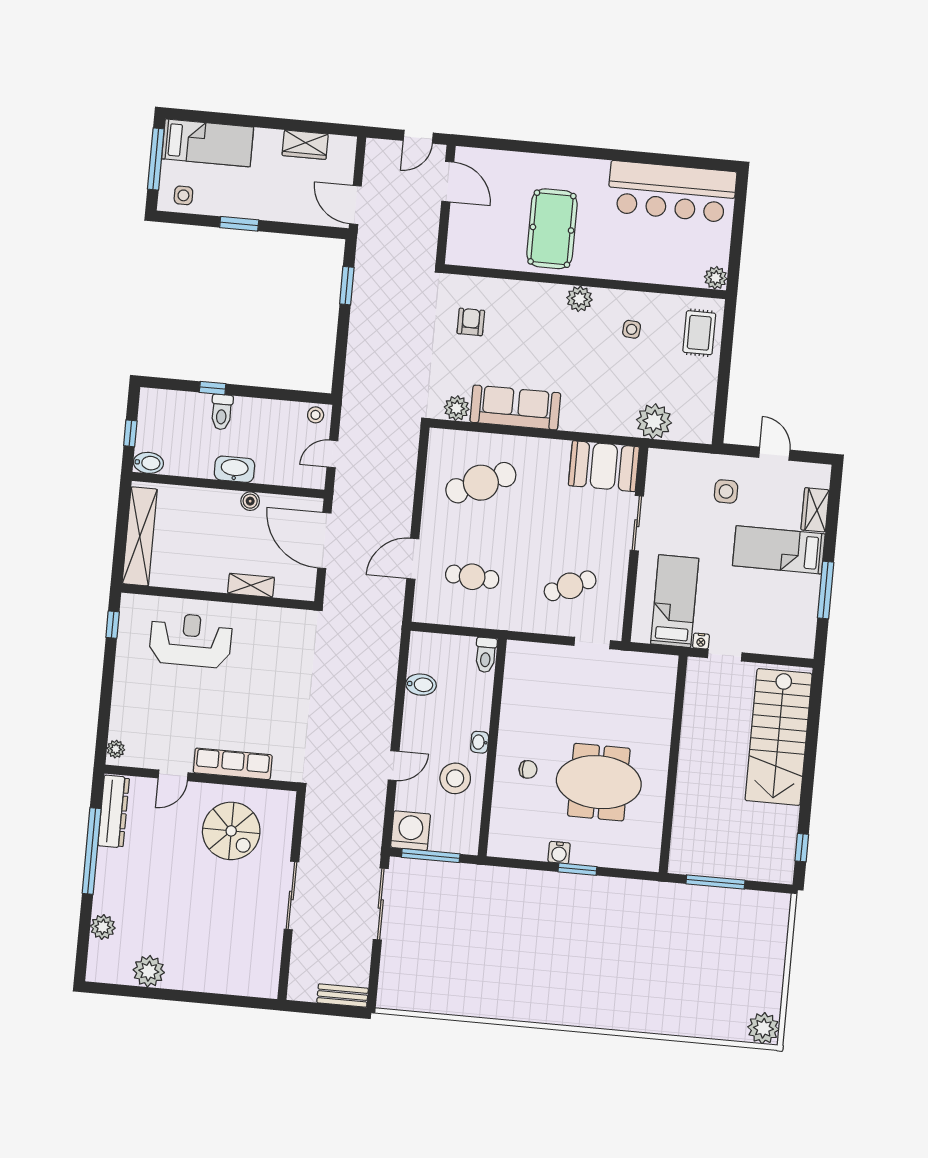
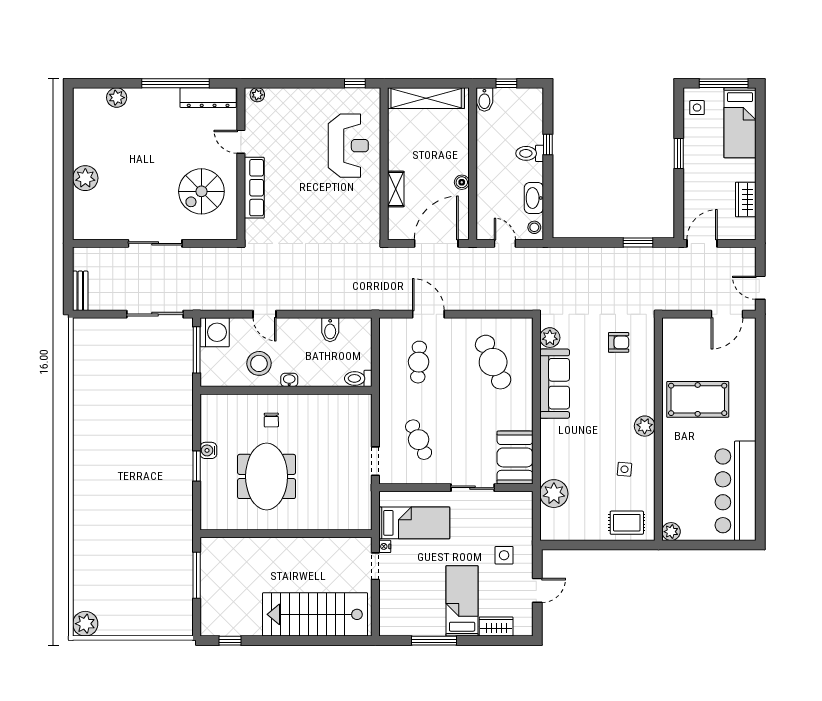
washbasin: (234, 469) -> (534, 198), moved, turned 180
plant: (149, 971) -> (85, 178), moved

